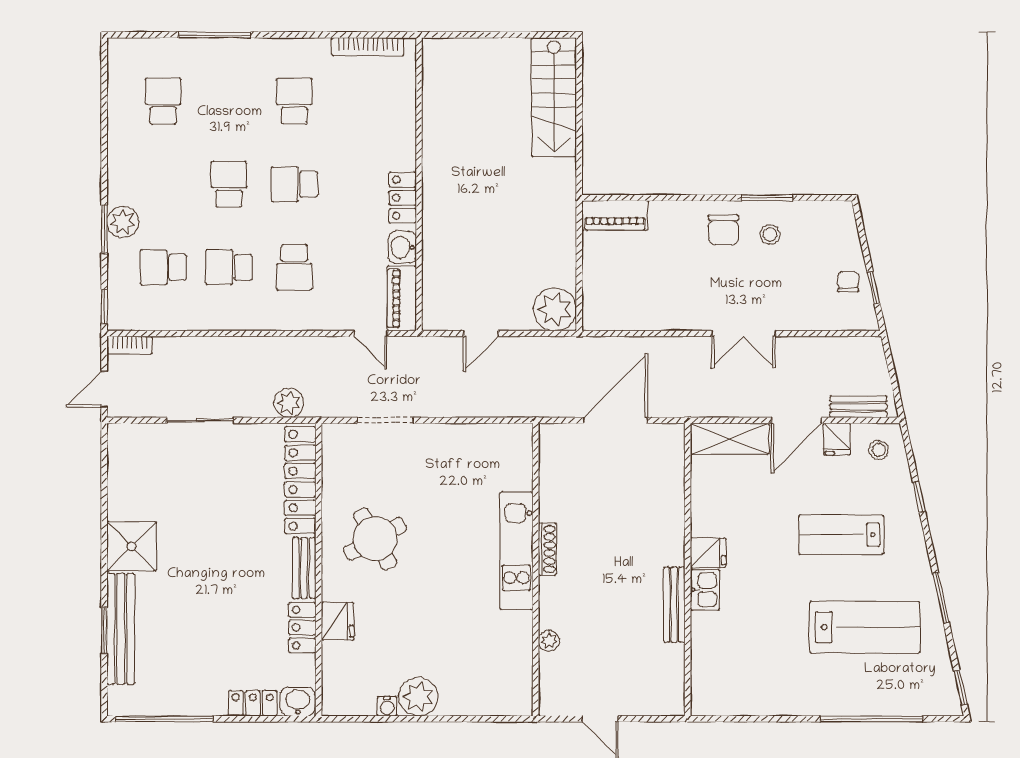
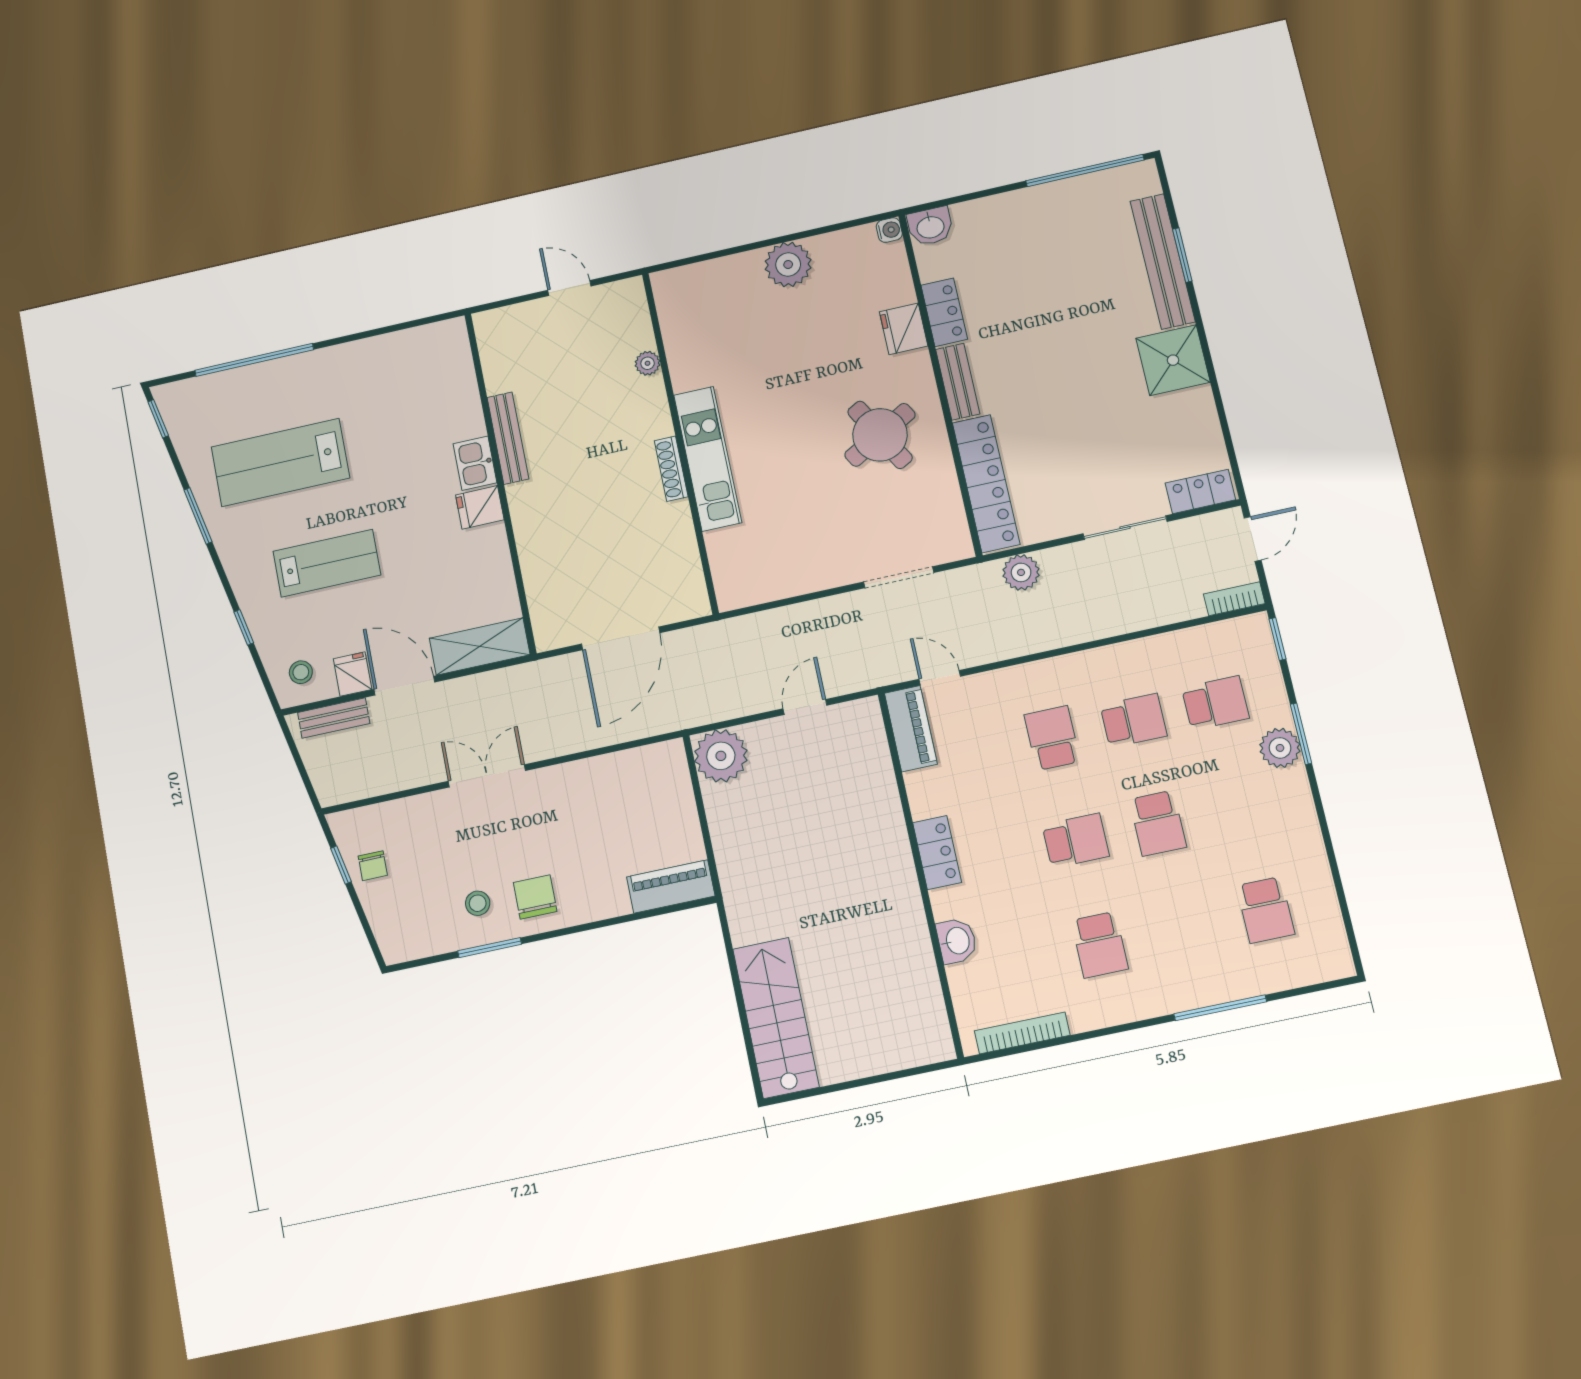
washbasin: (402, 247) -> (957, 941), moved
door: (796, 420) -> (404, 686), hinge flipped
locker: (253, 703) -> (1200, 491), moved, turned 180
water cooler: (387, 706) -> (889, 230), moved, turned 90

